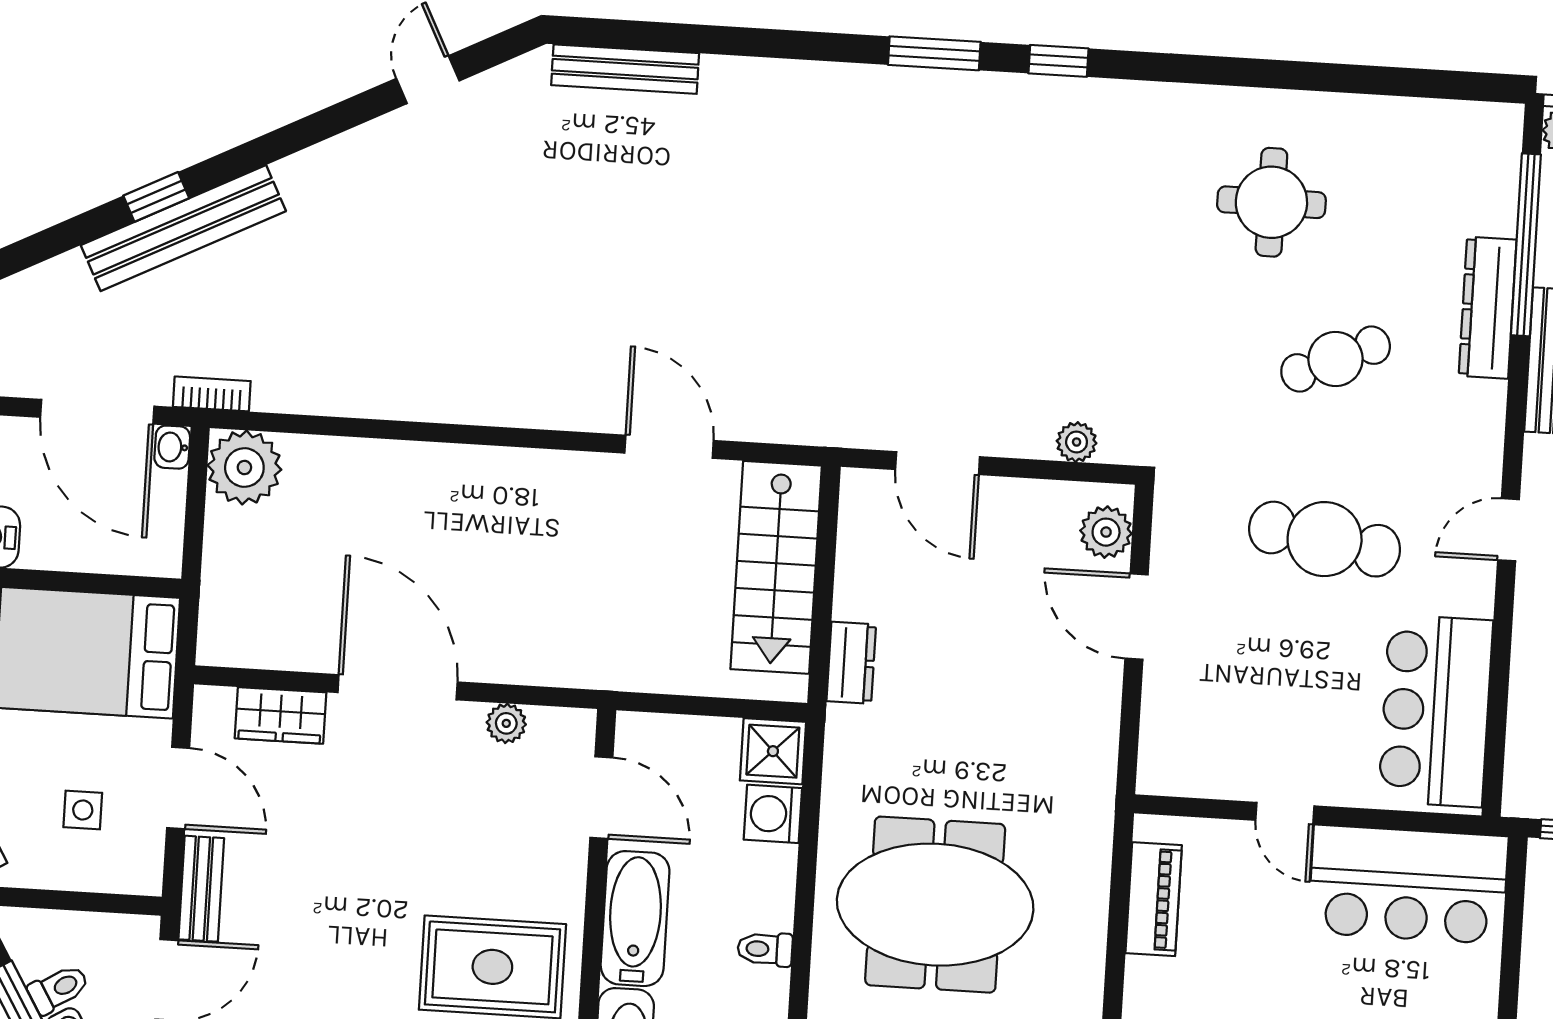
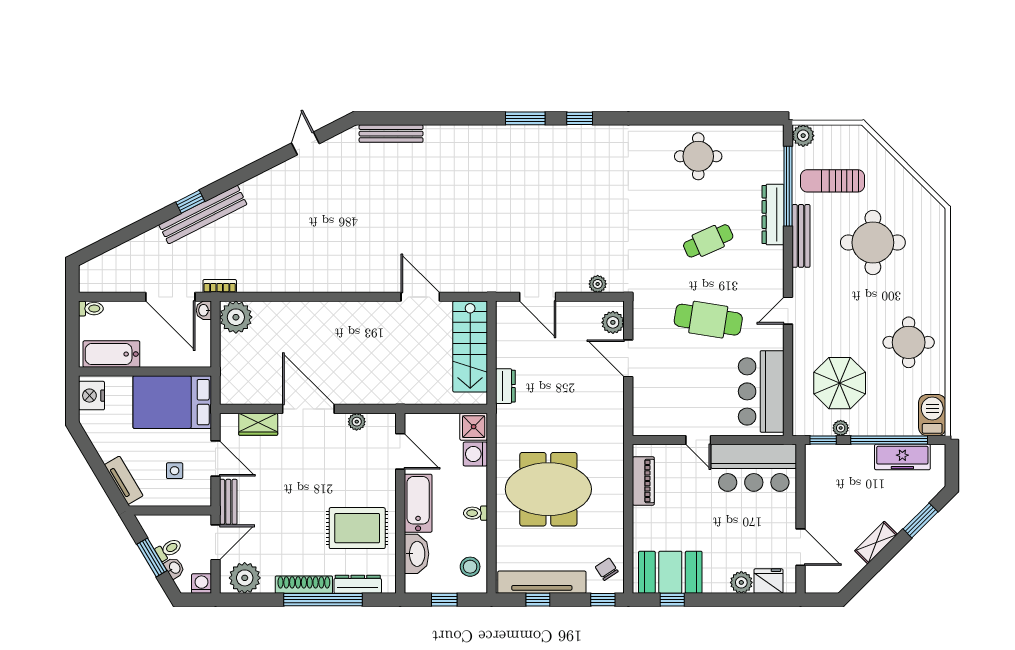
round table: (1271, 202) -> (698, 156), moved

